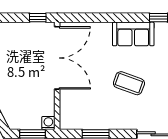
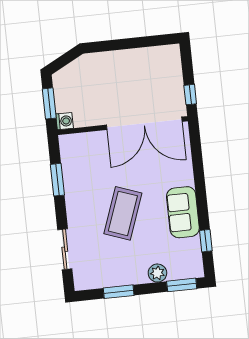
coffee table: (129, 83) -> (123, 213), width x1.36, depth x1.32

